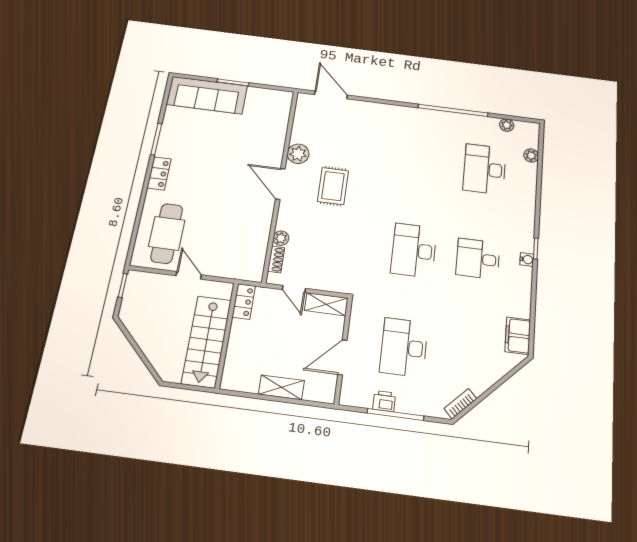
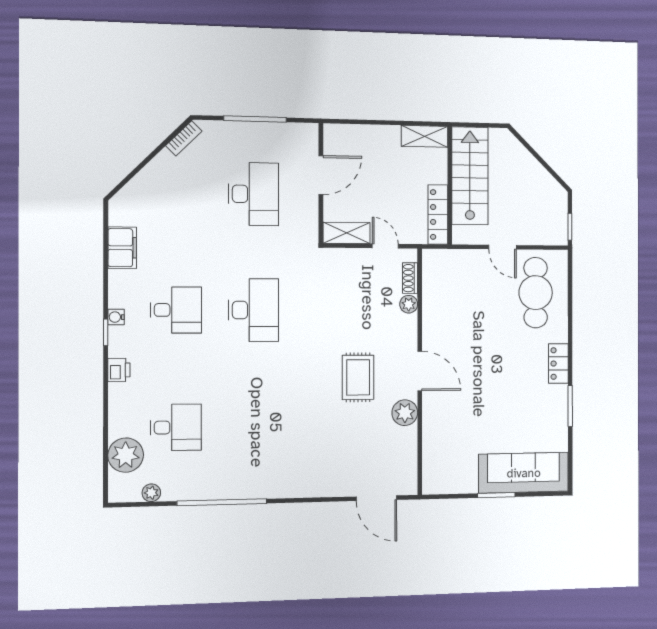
plant: (531, 155) -> (126, 455), width x1.87, depth x1.87
desk: (485, 169) -> (176, 427), width x0.73
locker: (244, 302) -> (438, 215), width x1.53
filing cabinet: (518, 336) -> (122, 248), moved
shelving: (281, 387) -> (425, 136), moved
printer: (384, 401) -> (119, 370), moved, turned -90

